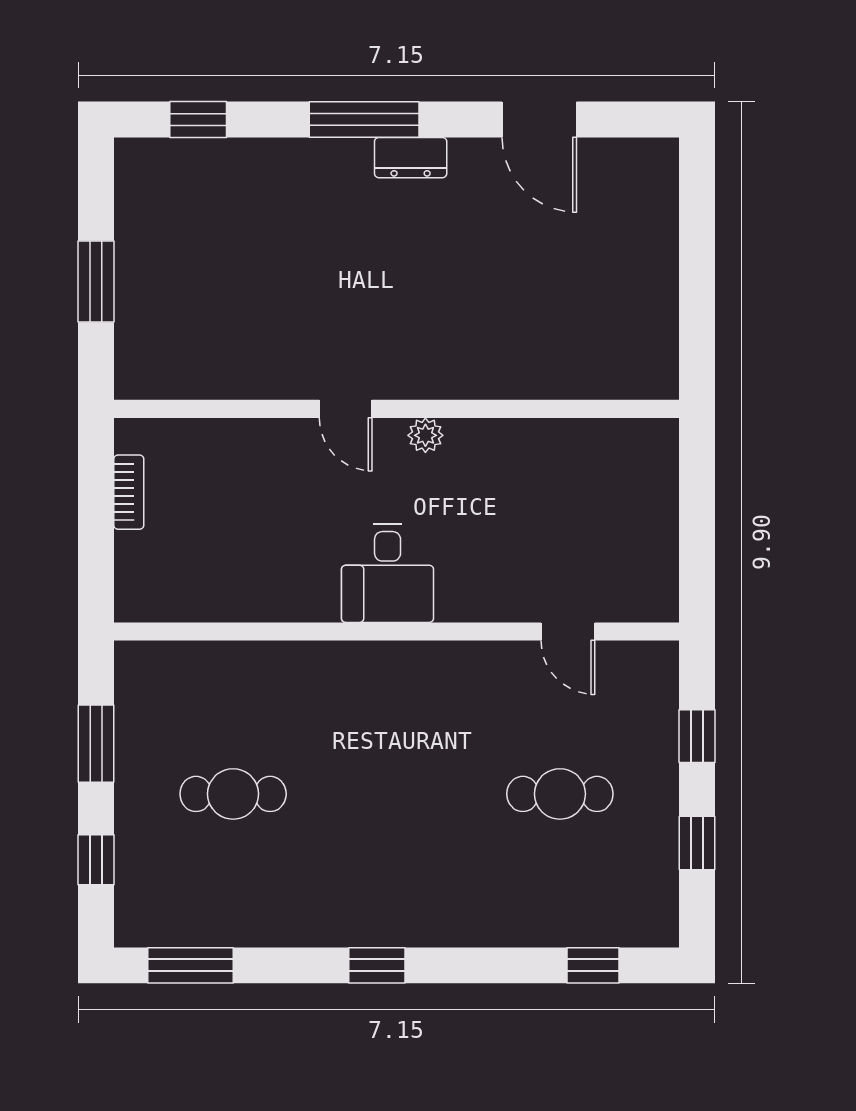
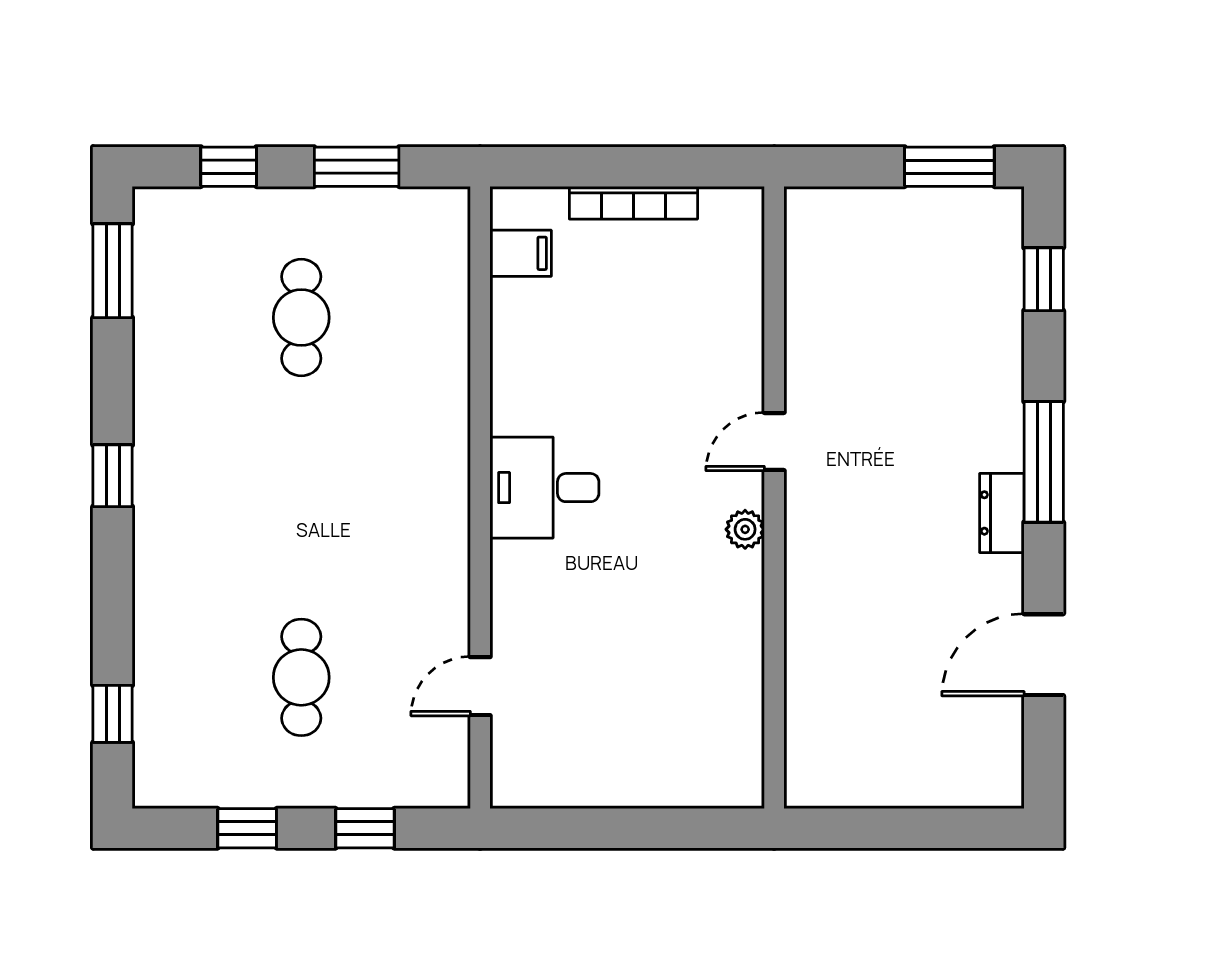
window: (96, 281) -> (949, 167), moved
door: (346, 409) -> (774, 442), moved
wall: (396, 409) -> (774, 497), moved
plant: (425, 435) -> (745, 529), moved
bookcase: (129, 492) -> (633, 203), width x1.56
filing cabinet: (175, 595) -> (521, 253), added

